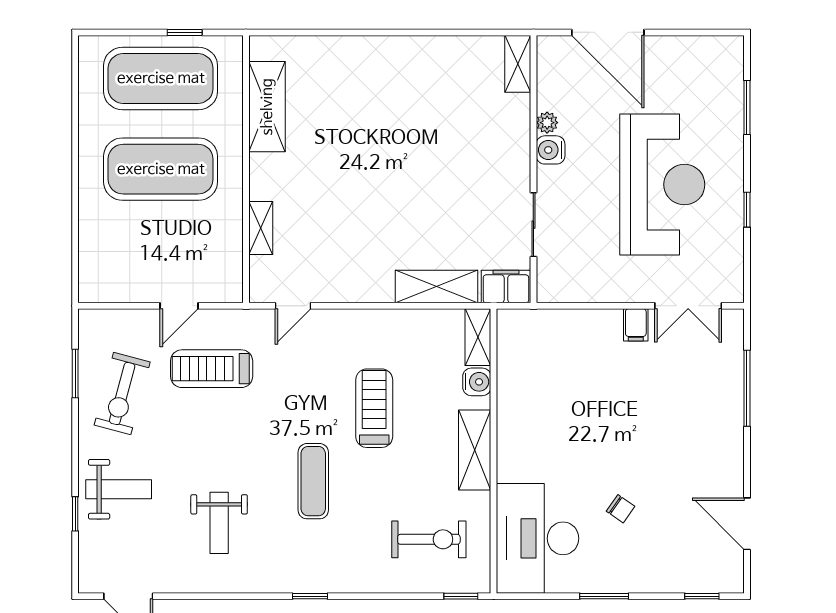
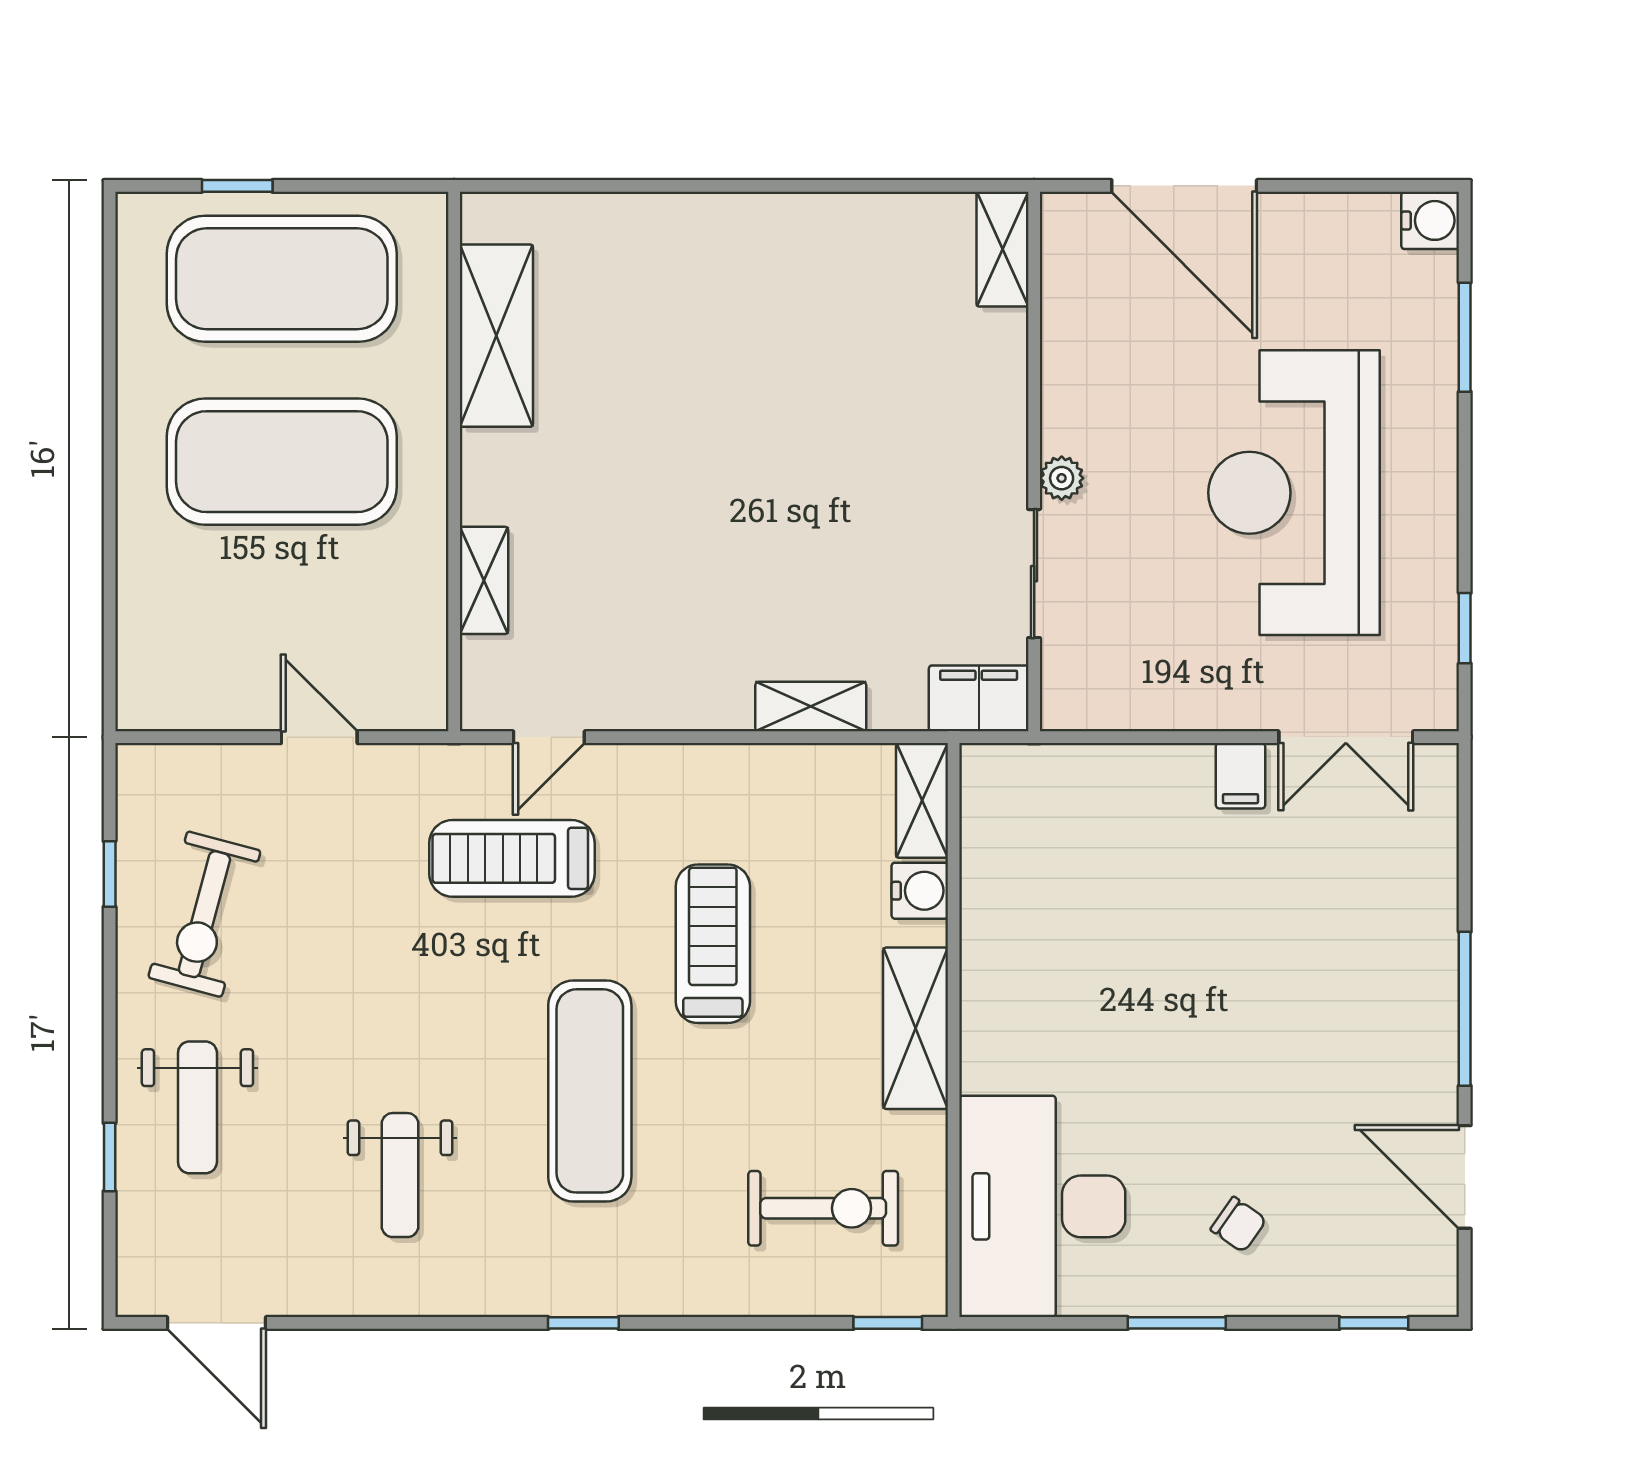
window: (185, 32) -> (237, 186), moved
plant: (547, 123) -> (1062, 478), moved
water cooler: (551, 150) -> (1430, 220), moved, turned 180
reception desk: (662, 185) -> (1294, 493), turned 180
window: (747, 210) -> (1465, 628), moved
shelving: (436, 286) -> (811, 707), width x0.67, depth x0.75
door: (179, 306) -> (319, 737), swing flipped
treadmill: (212, 369) -> (512, 858), moved
window: (75, 374) -> (110, 874), width x0.67
window: (747, 388) -> (1465, 1009), moved
exercise mat: (313, 481) -> (590, 1091), width x1.36, depth x1.45
weight bench: (119, 489) -> (197, 1107), turned 90
chair: (621, 509) -> (1238, 1225), moved

